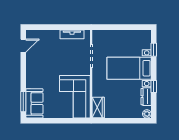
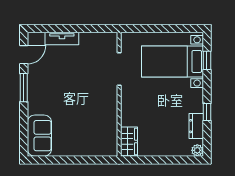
tv unit: (72, 34) -> (62, 39), moved
bed with nightstands: (129, 68) -> (172, 61), moved
corner sofa: (75, 97) -> (96, 126), removed
window: (23, 102) -> (24, 88), moved

